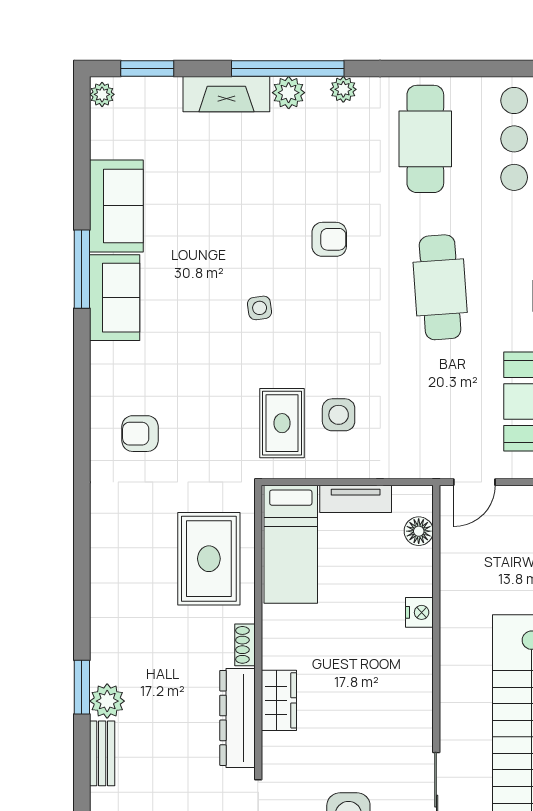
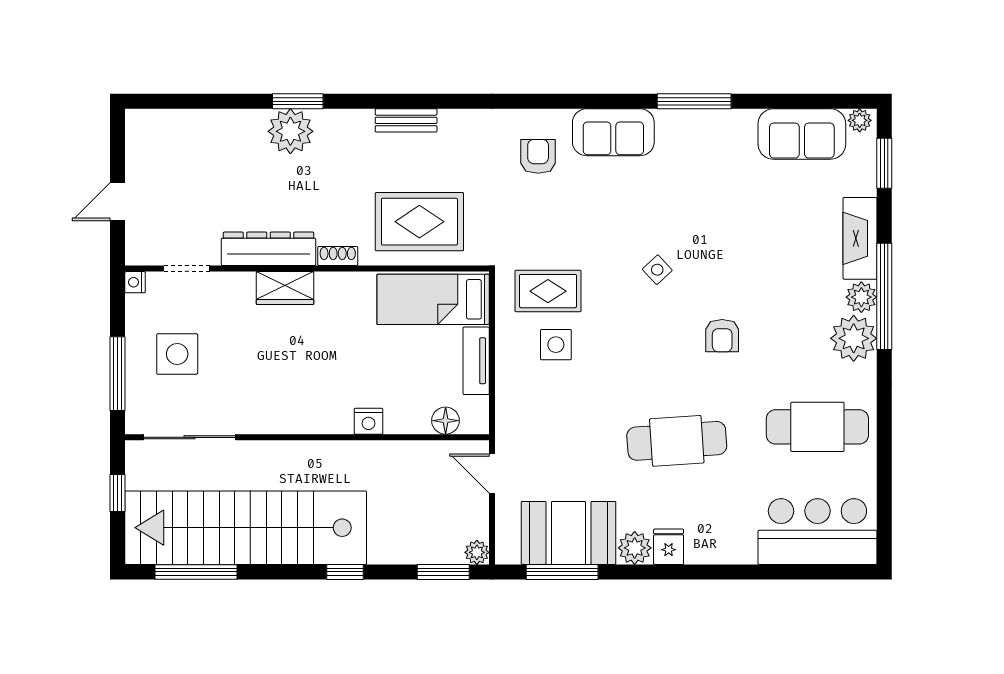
plant: (343, 89) -> (854, 338), width x1.88, depth x1.88
sofa: (116, 206) -> (802, 134), moved
sofa: (115, 298) -> (613, 132), moved
side table: (260, 308) -> (657, 270), turned -35
plant: (107, 701) -> (290, 131), width x1.36, depth x1.36
bench: (102, 753) -> (406, 120), moved

